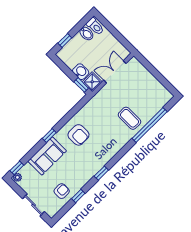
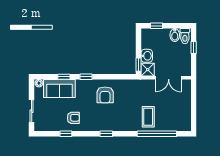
window: (111, 29) -> (194, 48), added
double door: (115, 72) -> (169, 78), swing flipped
sofa: (47, 156) -> (59, 88), moved
window: (17, 168) -> (64, 77), moved
window: (101, 173) -> (106, 134), moved
armchair: (62, 191) -> (73, 118), moved

